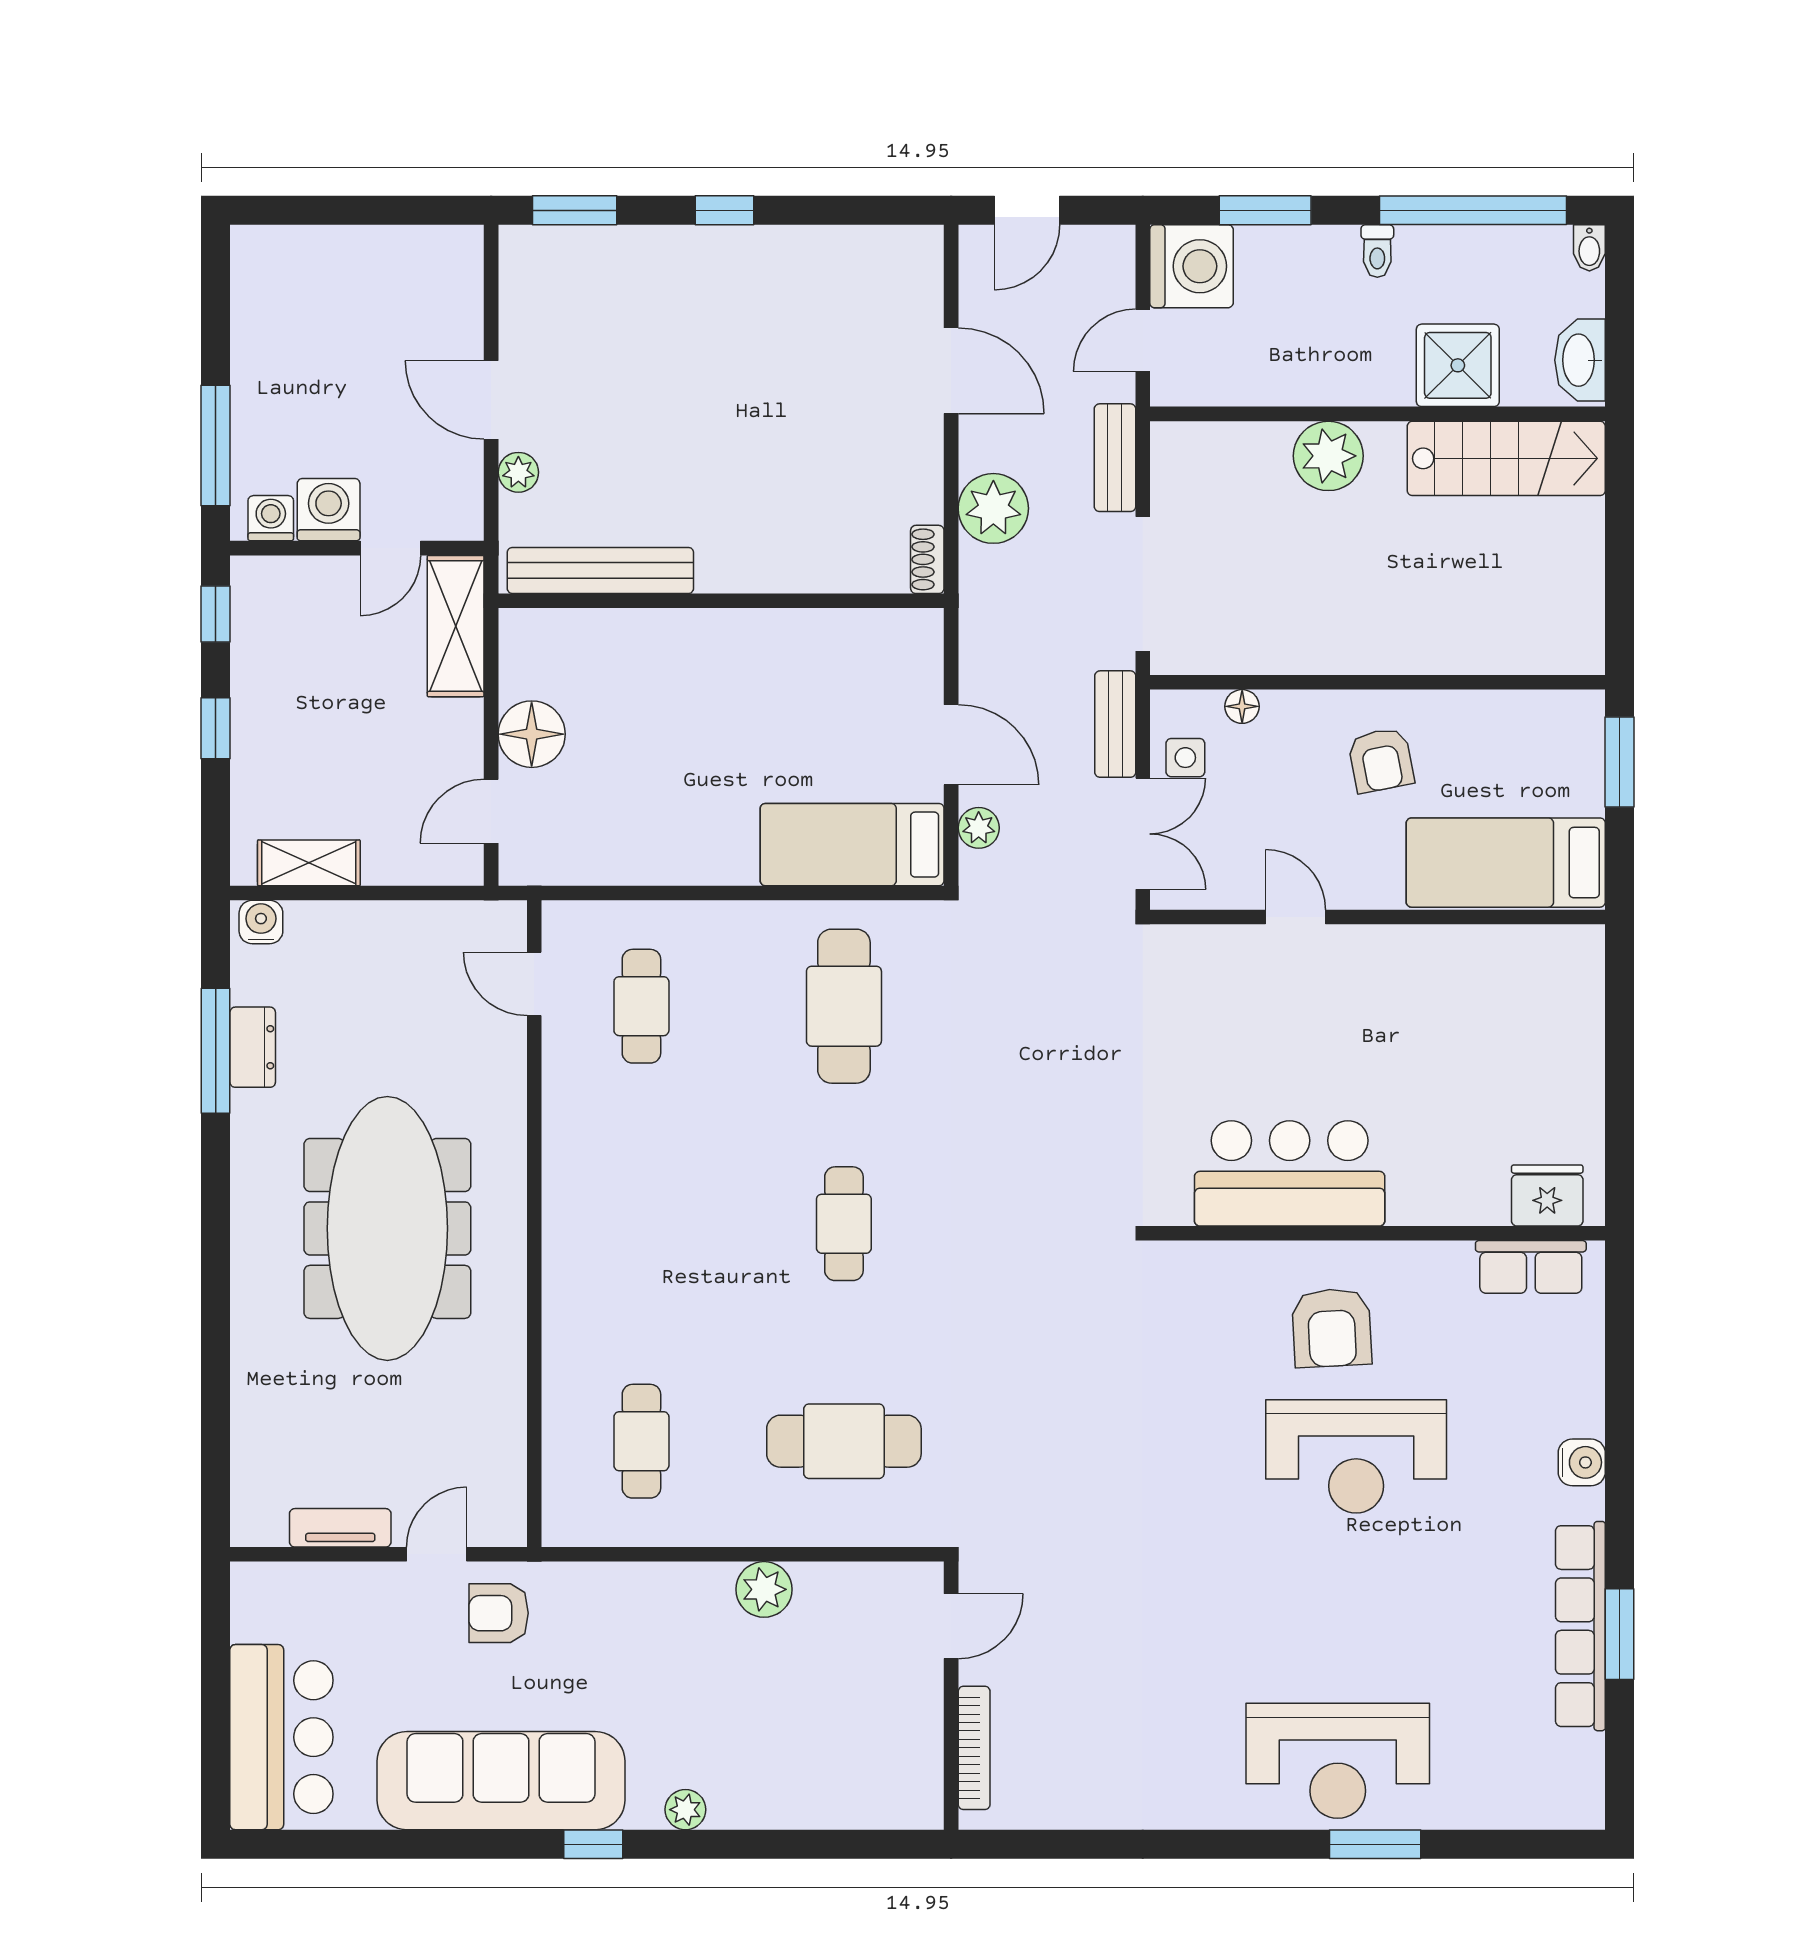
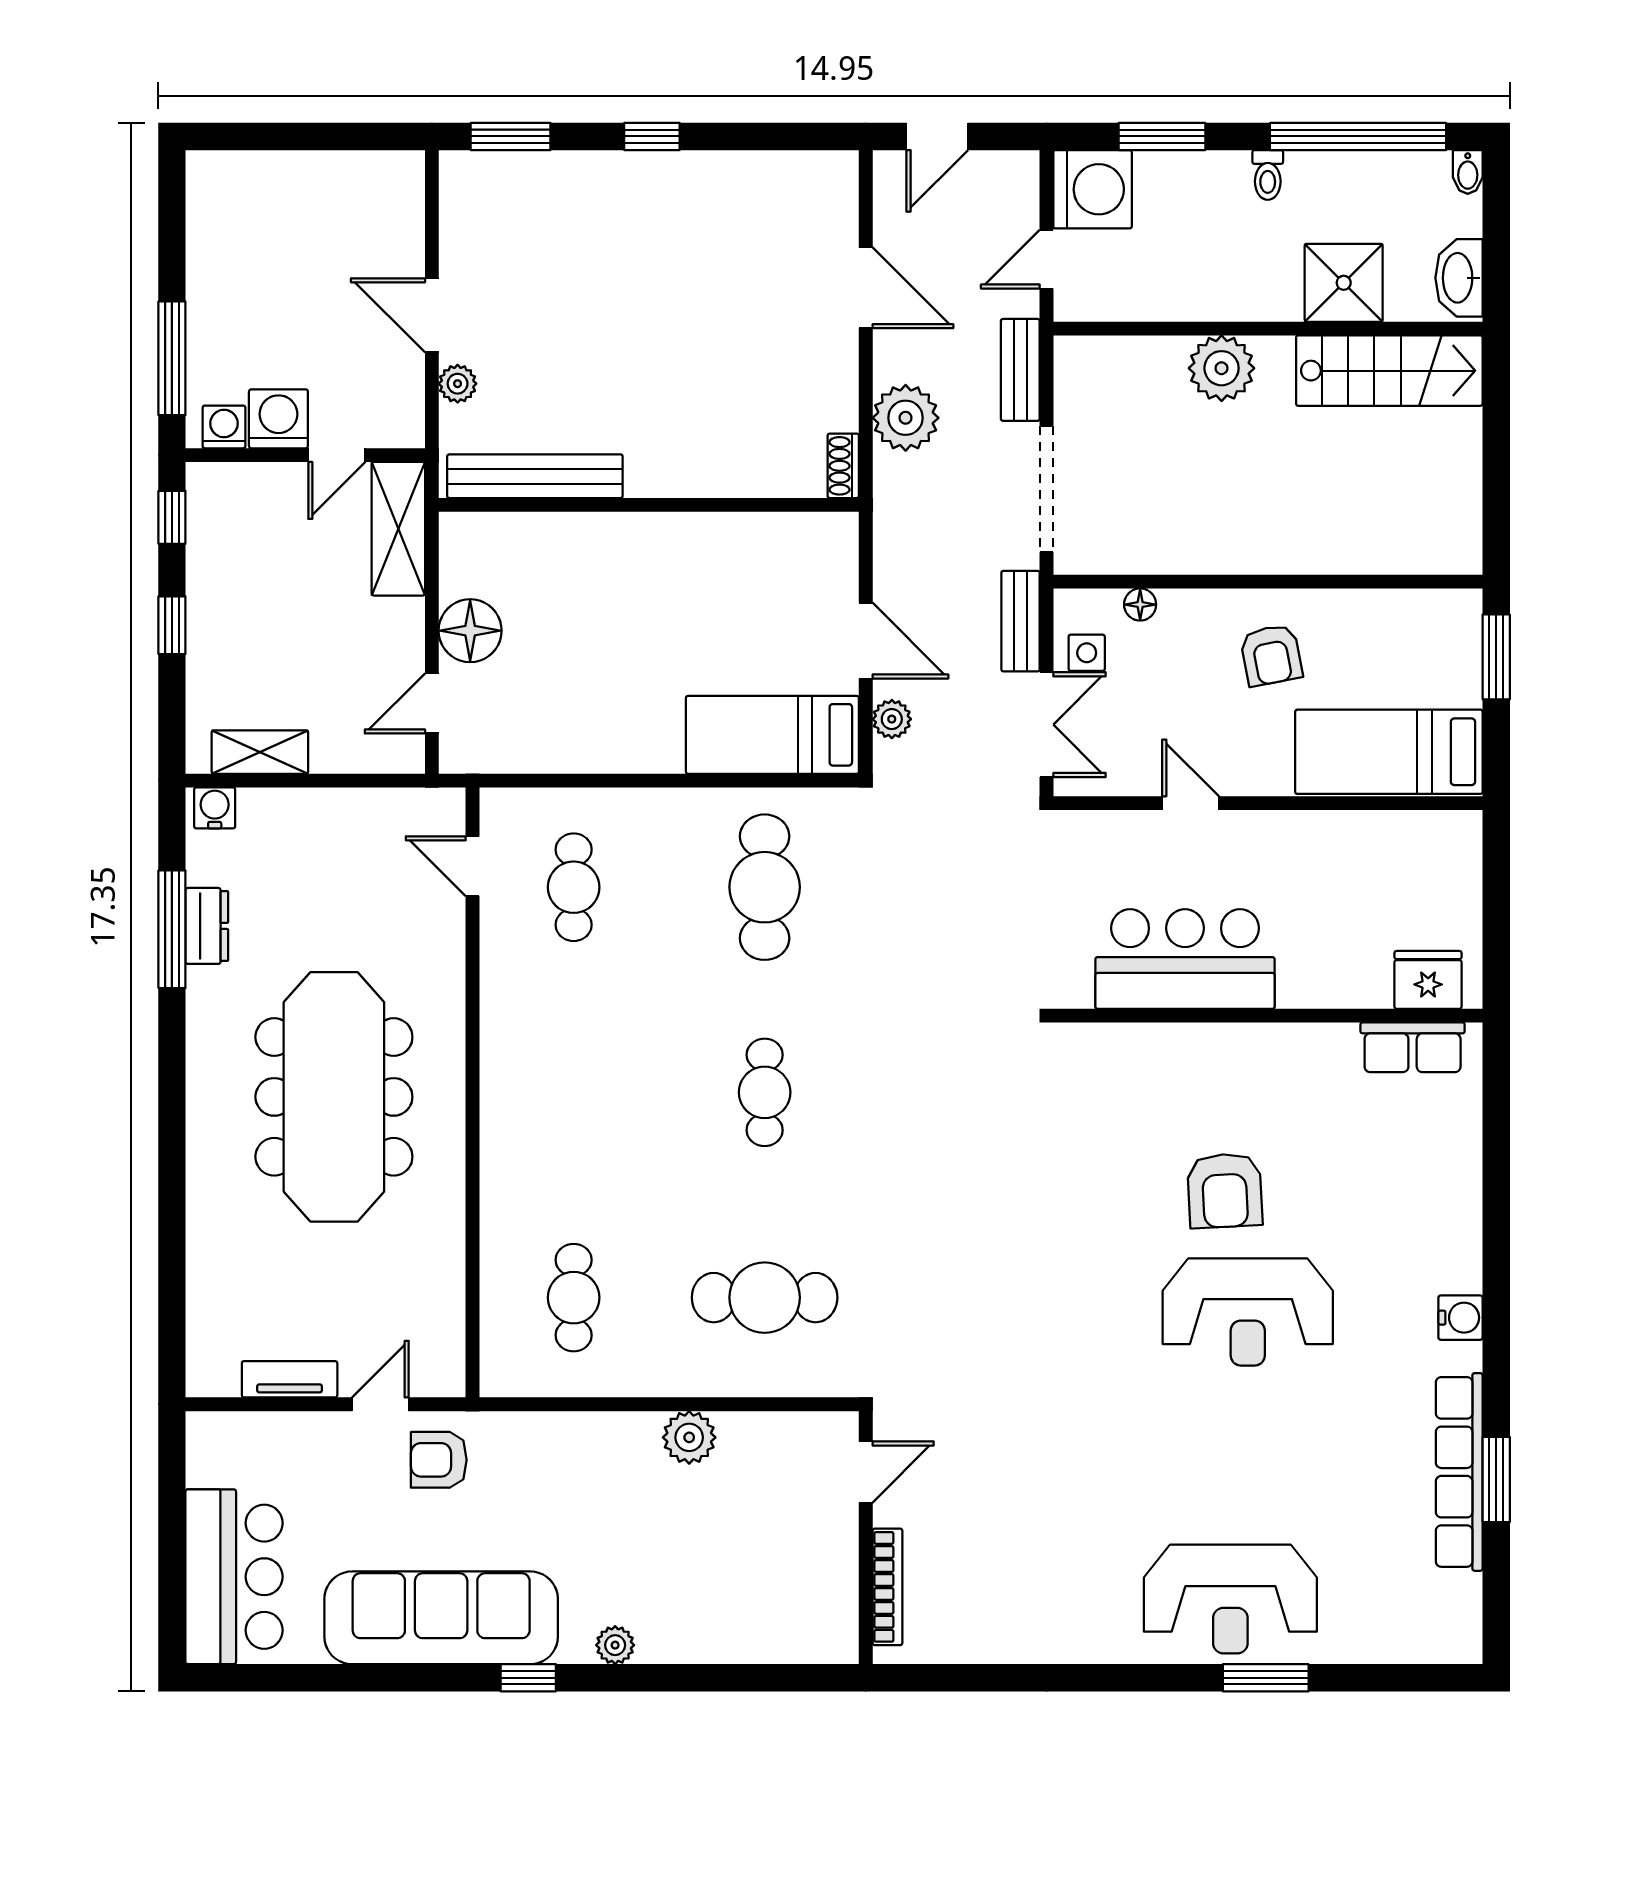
bar counter: (1290, 1173) -> (1185, 959), moved
fridge: (1547, 1195) -> (1428, 980), moved
wall: (1378, 1233) -> (1268, 1016), moved
row of seats: (1531, 1267) -> (1413, 1047), moved

